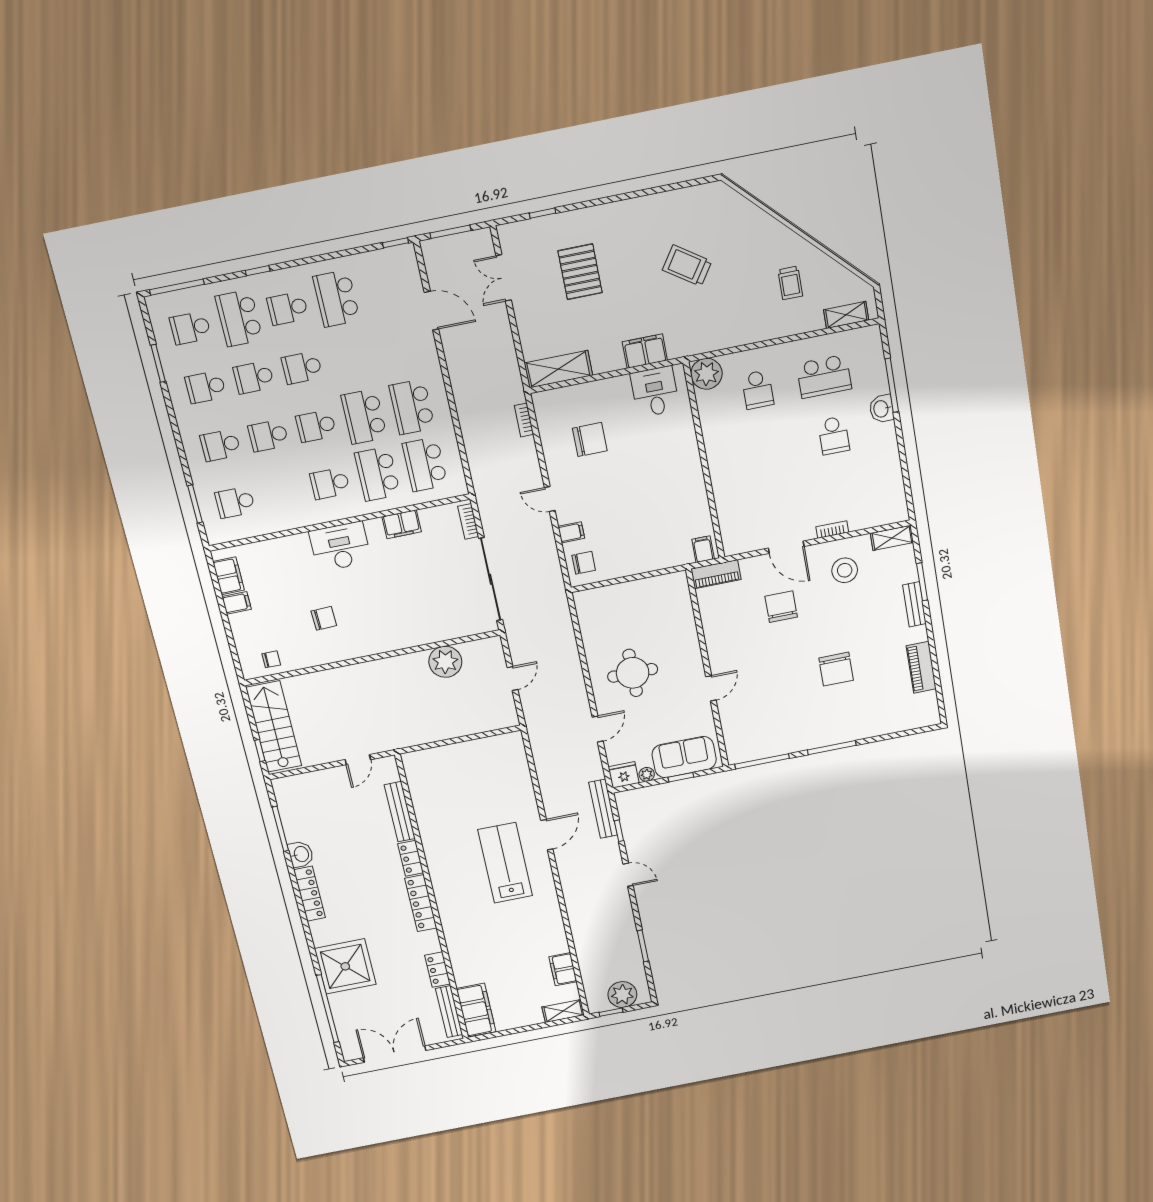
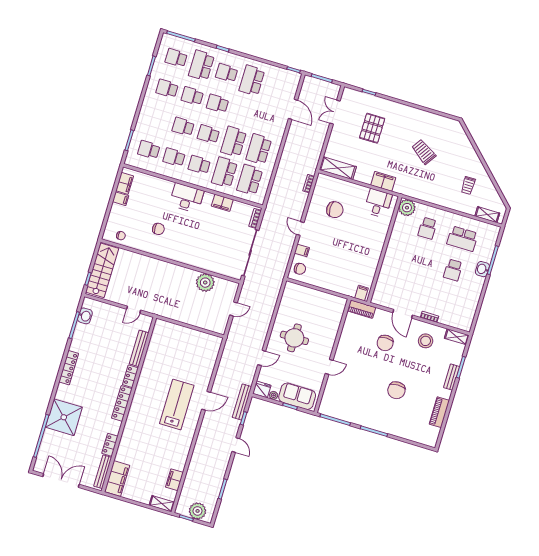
school desk: (220, 445) -> (174, 157), moved
chair: (781, 607) -> (385, 343), turned 180
washbasin: (301, 854) -> (85, 316), moved

